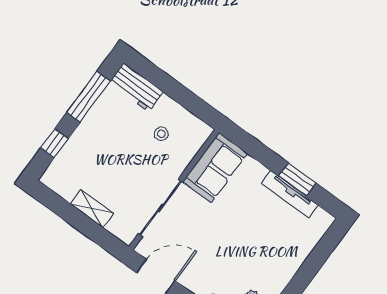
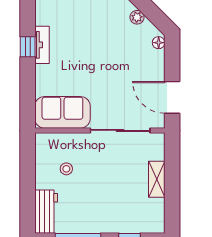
window: (297, 180) -> (28, 47), width x0.67
tv unit: (290, 194) -> (42, 45), width x0.71

